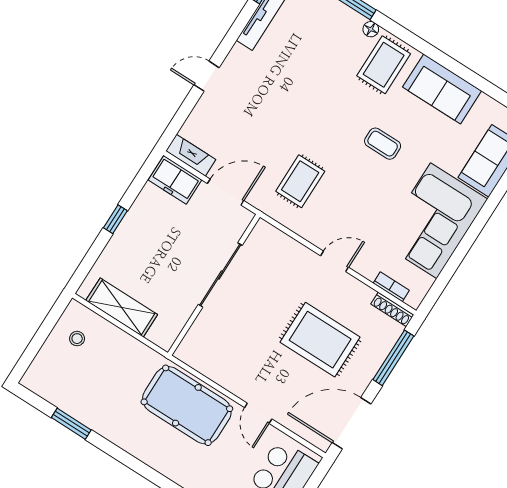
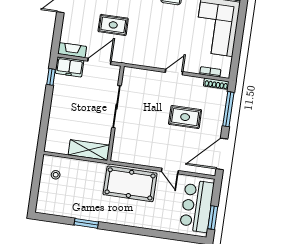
rug: (300, 181) -> (113, 25), moved, turned 90
window: (115, 219) -> (51, 77), moved
shelving: (122, 307) -> (89, 150), moved
rug: (320, 340) -> (185, 117), width x0.73, depth x0.70
window: (71, 424) -> (86, 223), moved

